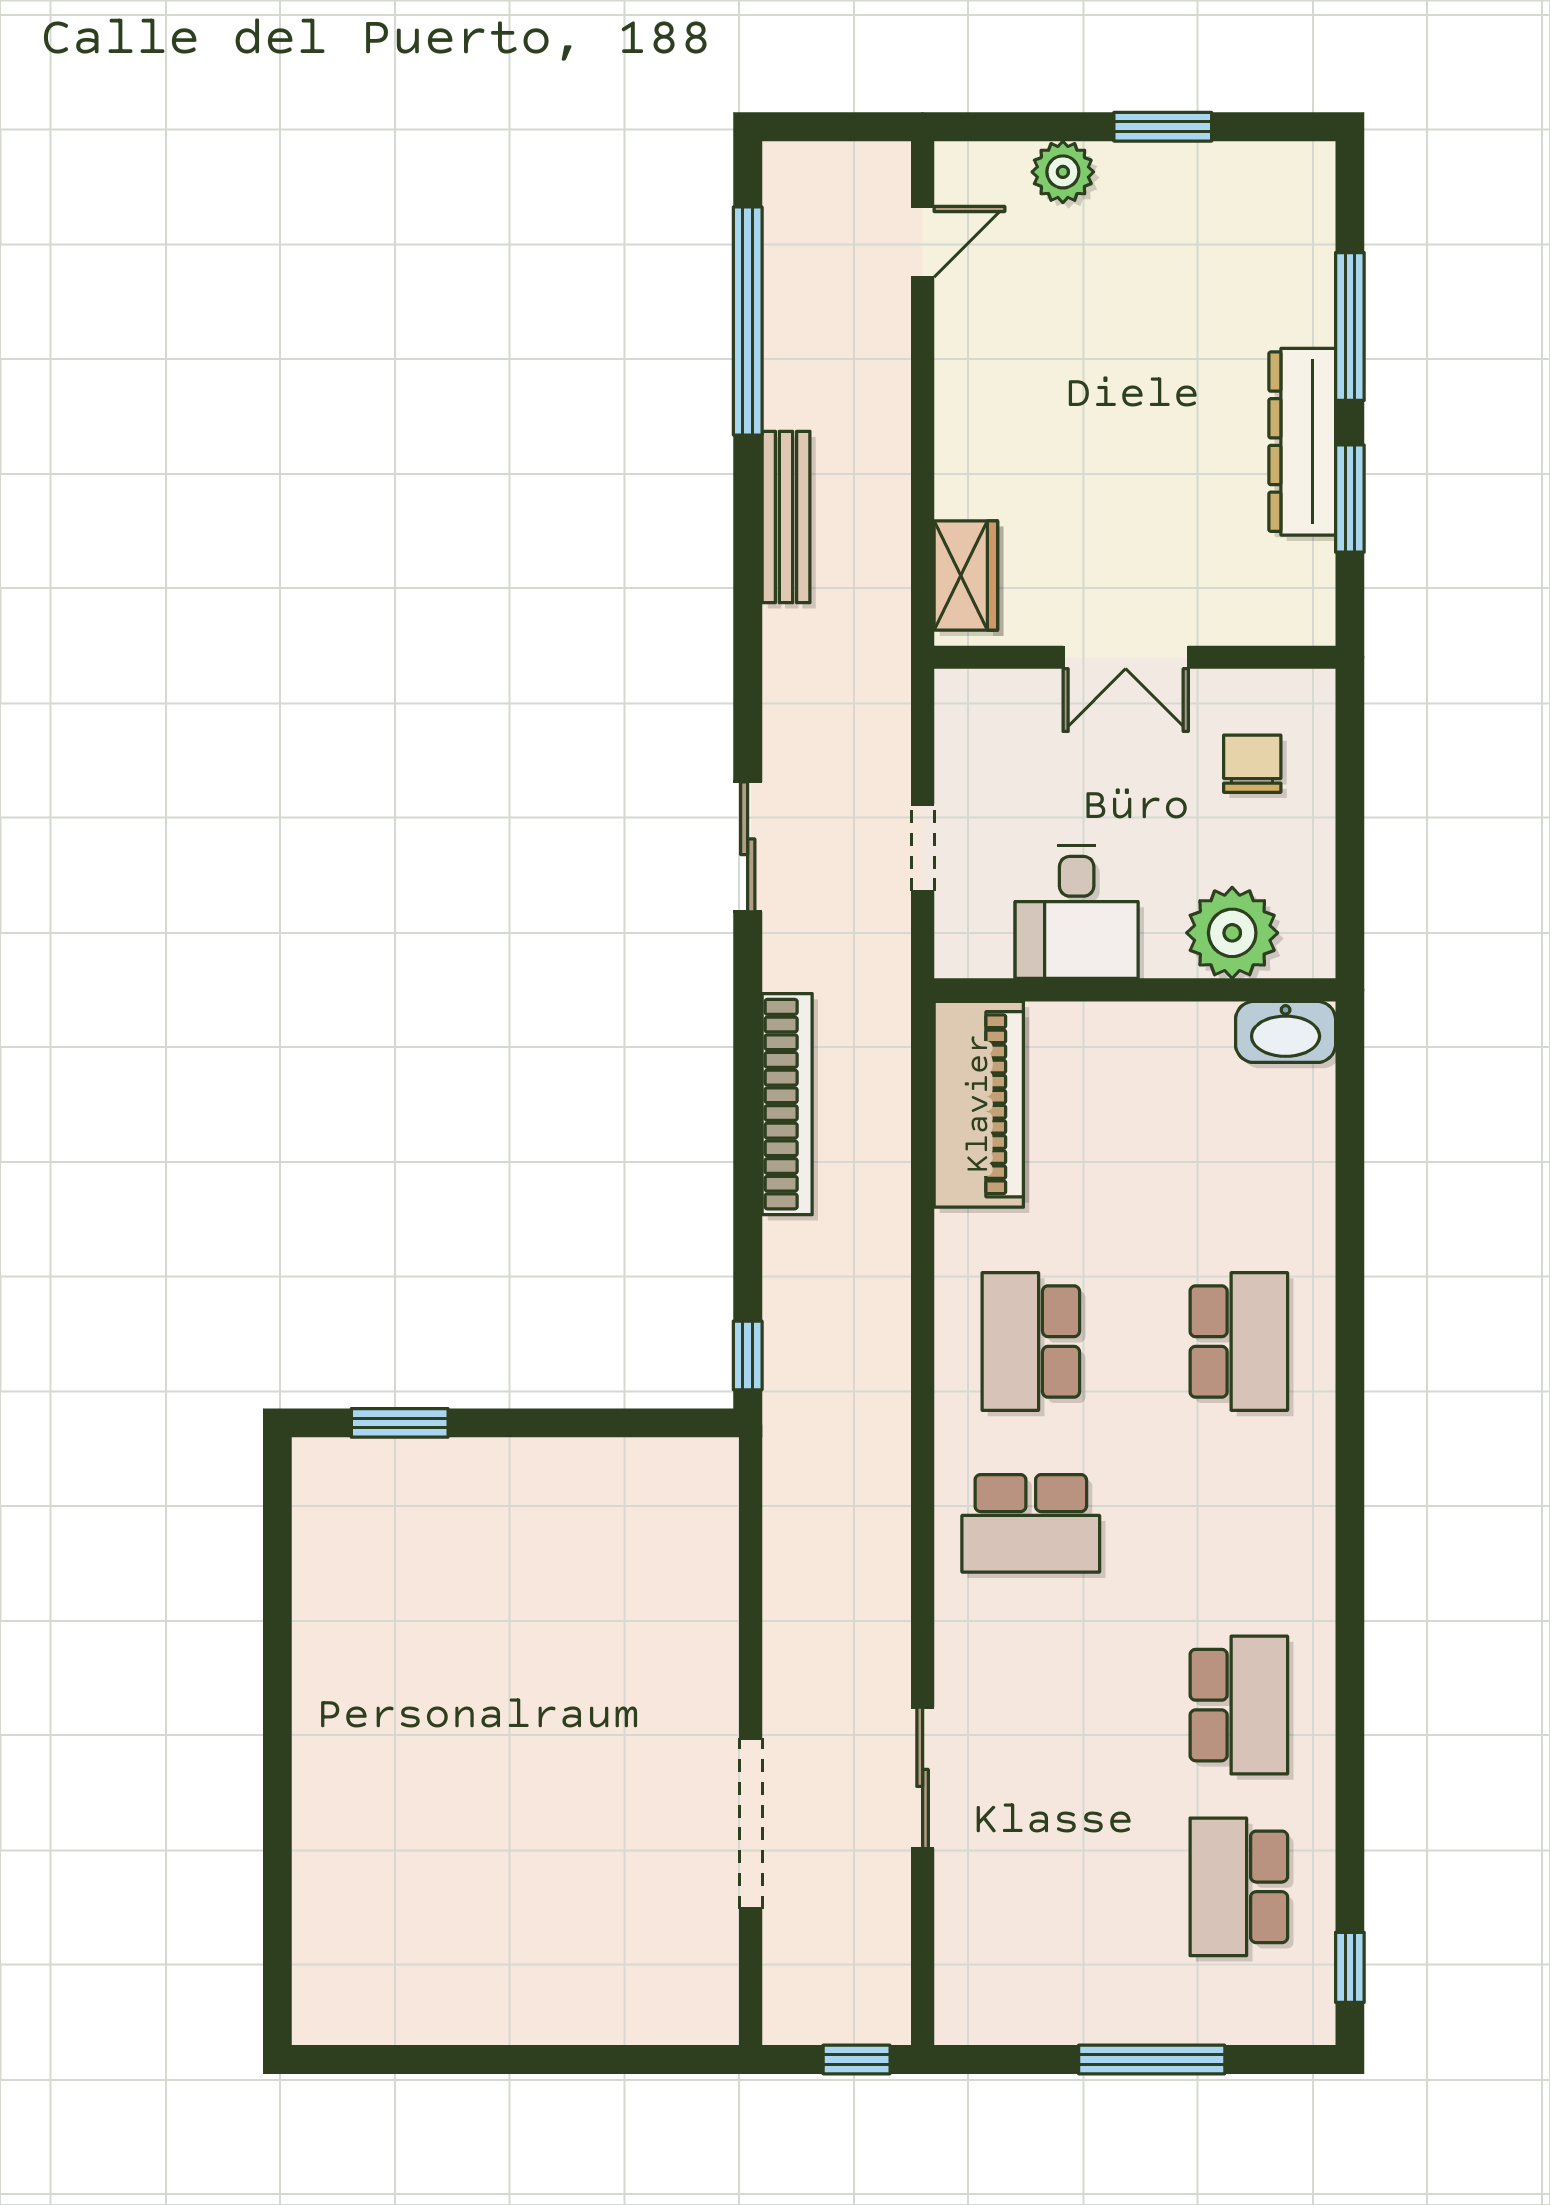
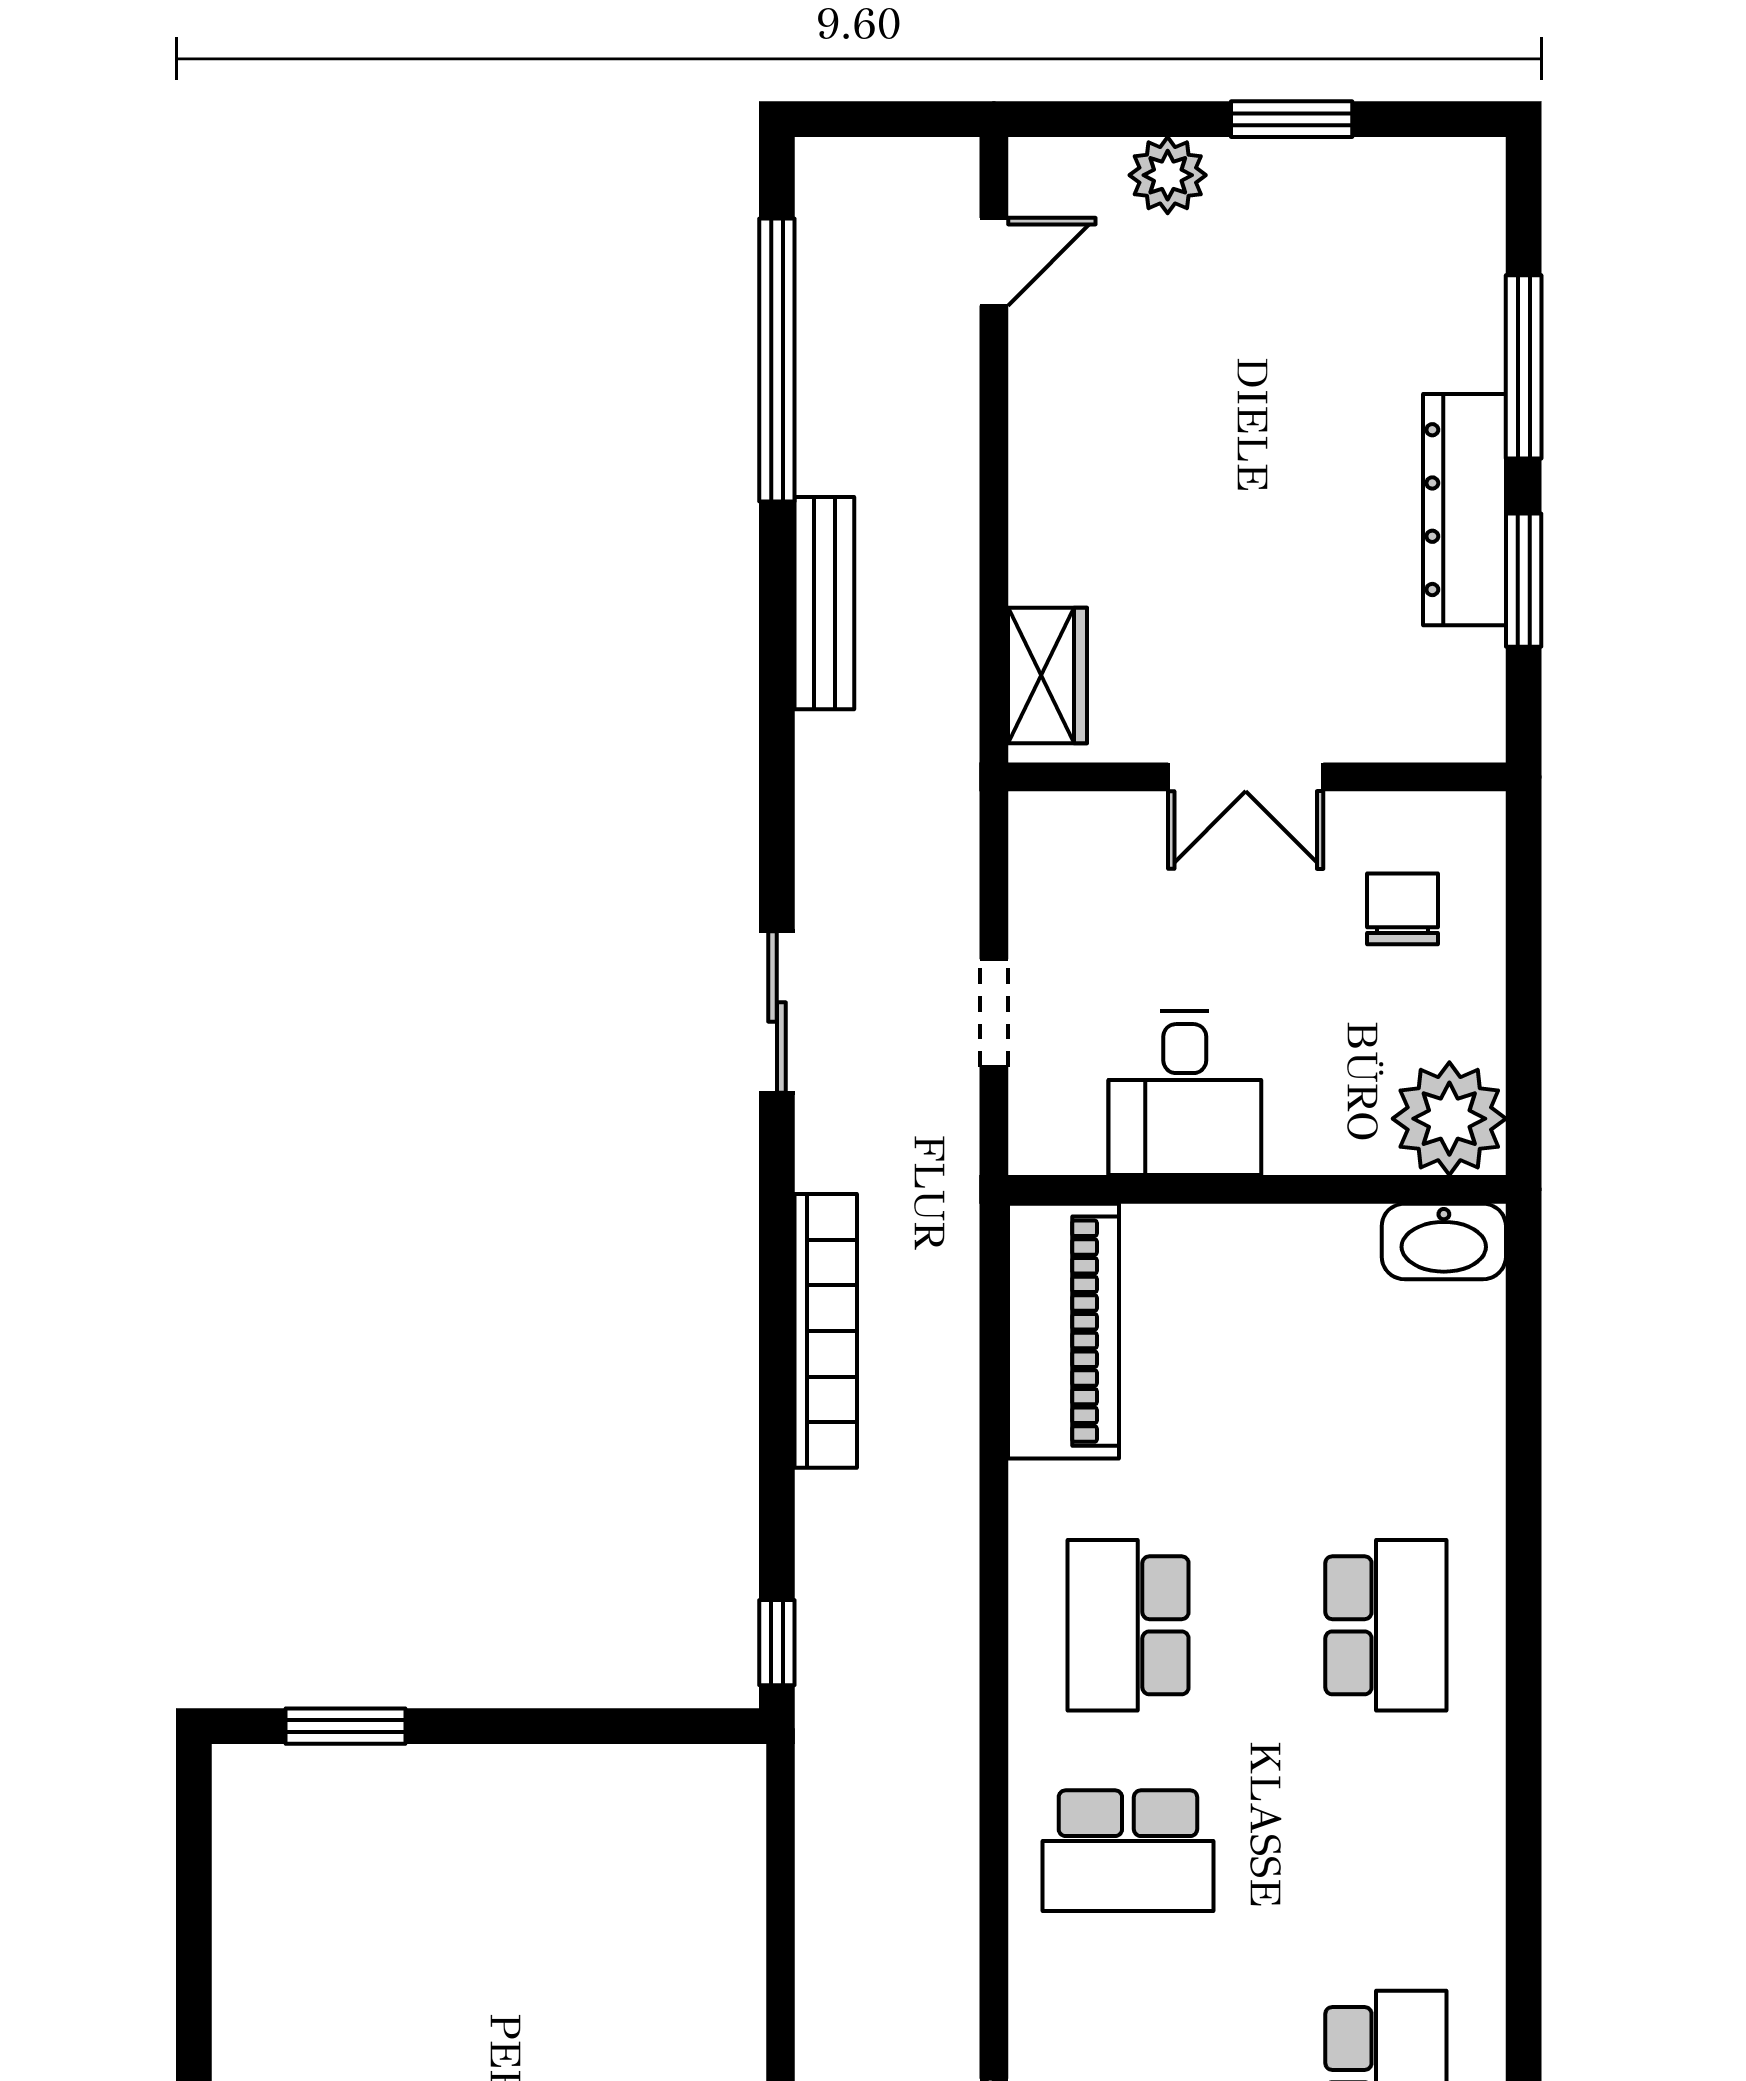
plant: (1232, 933) -> (1449, 1119), moved

